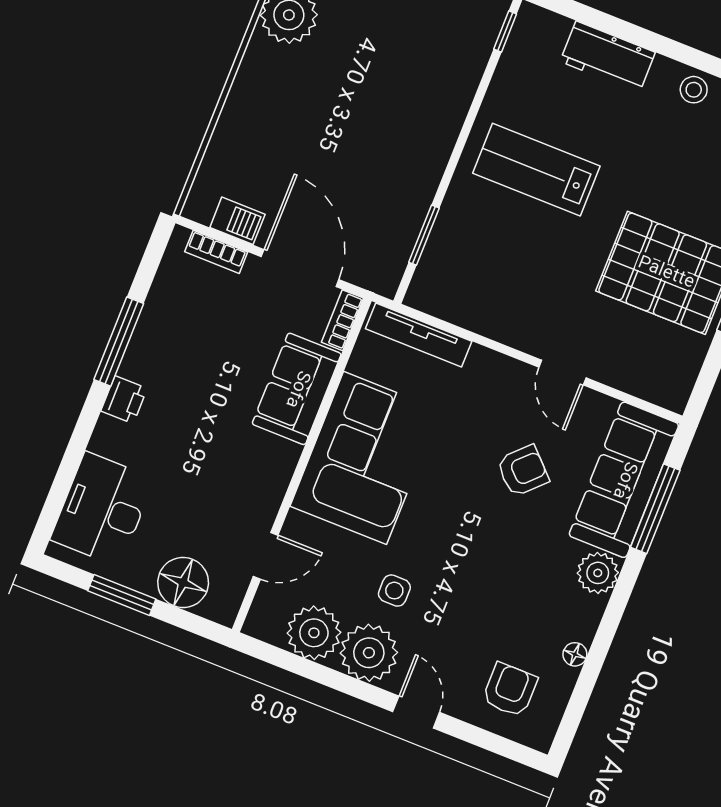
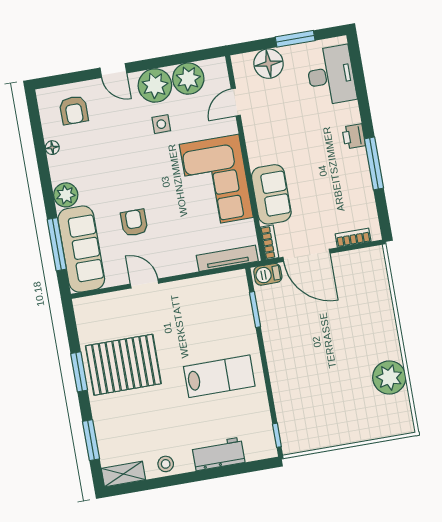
barbecue: (237, 221) -> (268, 274), moved
armchair: (523, 471) -> (134, 223), turned 135

